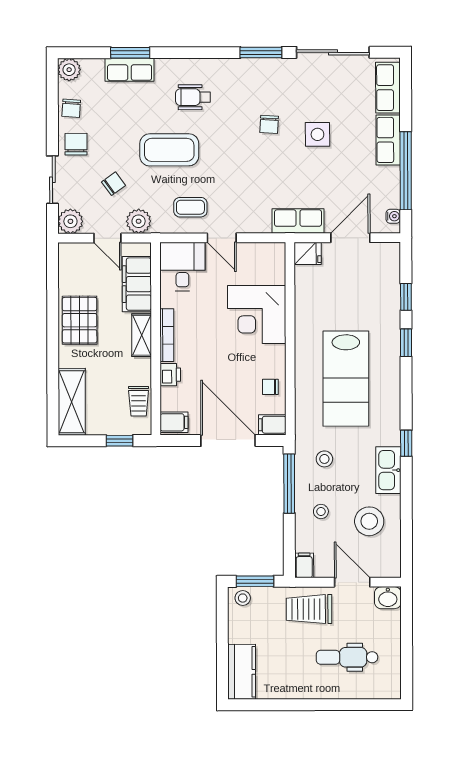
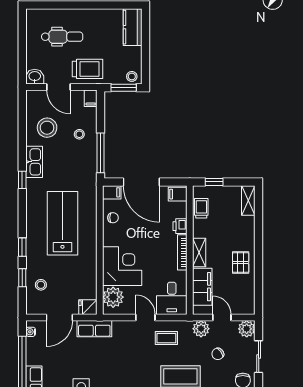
plant: (270, 268) -> (113, 297), added
pallet: (80, 320) -> (241, 263), width x0.67, depth x0.71
shelving: (72, 402) -> (248, 200), width x0.67, depth x0.75
stool: (324, 459) -> (41, 285), moved

